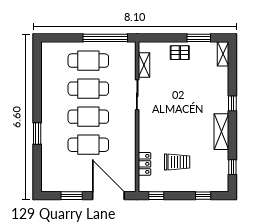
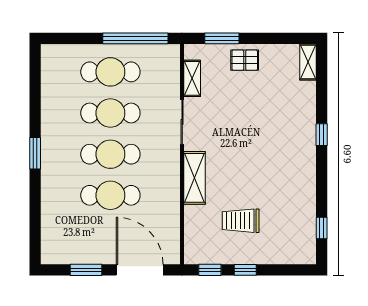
window: (199, 38) -> (222, 38), moved
shelving: (221, 132) -> (194, 178), moved
window: (37, 133) -> (35, 153), moved
trolley: (177, 162) -> (241, 221), turned 180
locker: (144, 164) -> (193, 223), removed
window: (203, 196) -> (245, 270), moved

